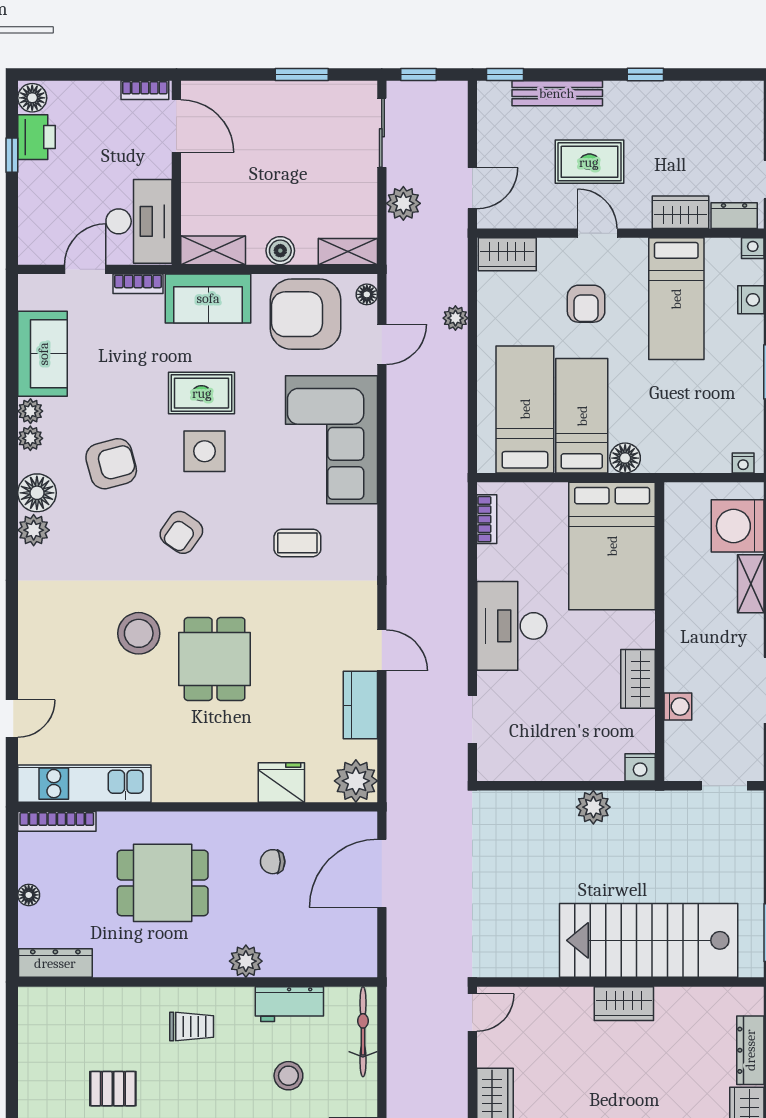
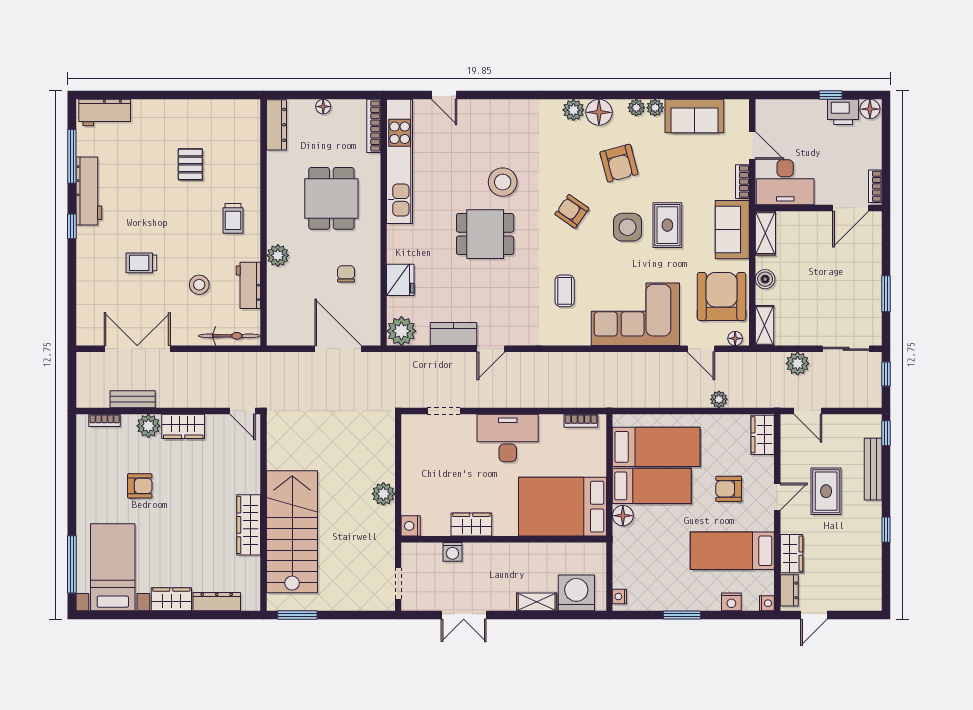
kitchen unit: (84, 784) -> (400, 161), width x1.36
wardrobe: (624, 1004) -> (249, 525), width x1.50

